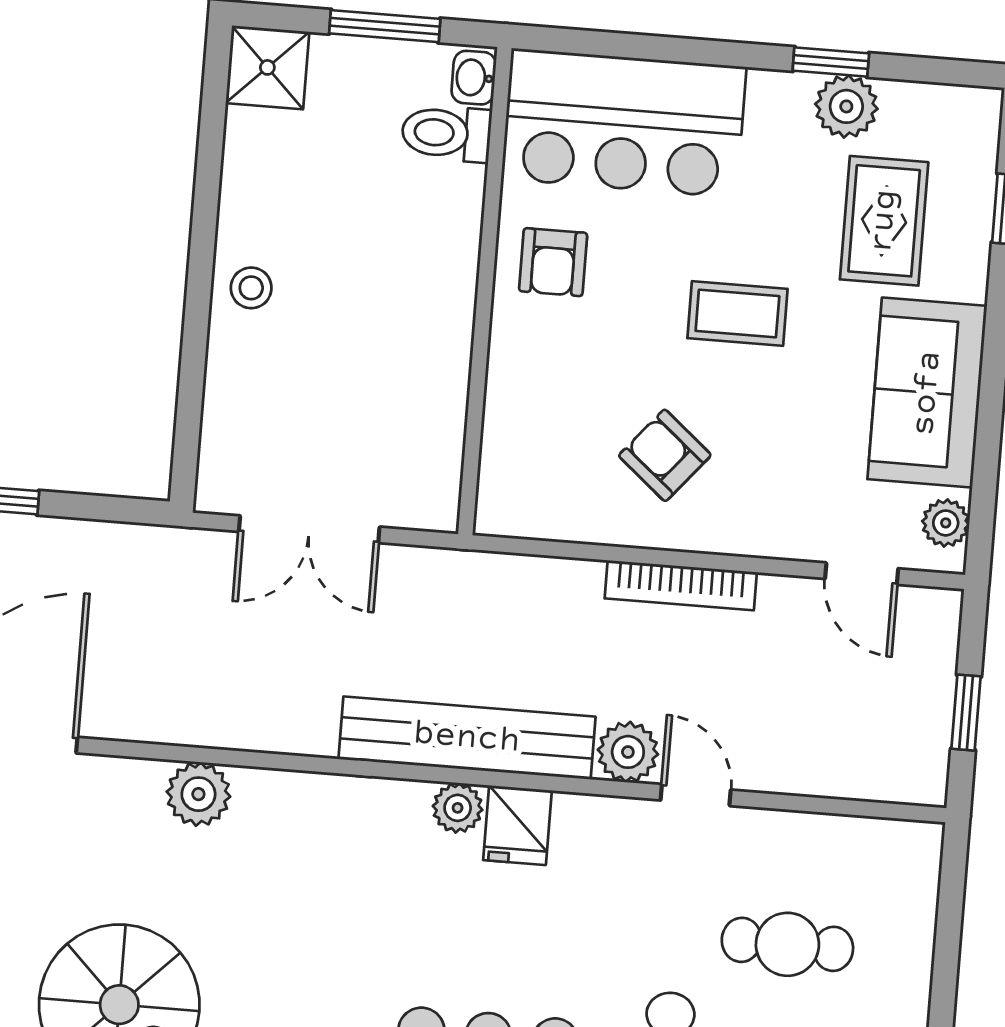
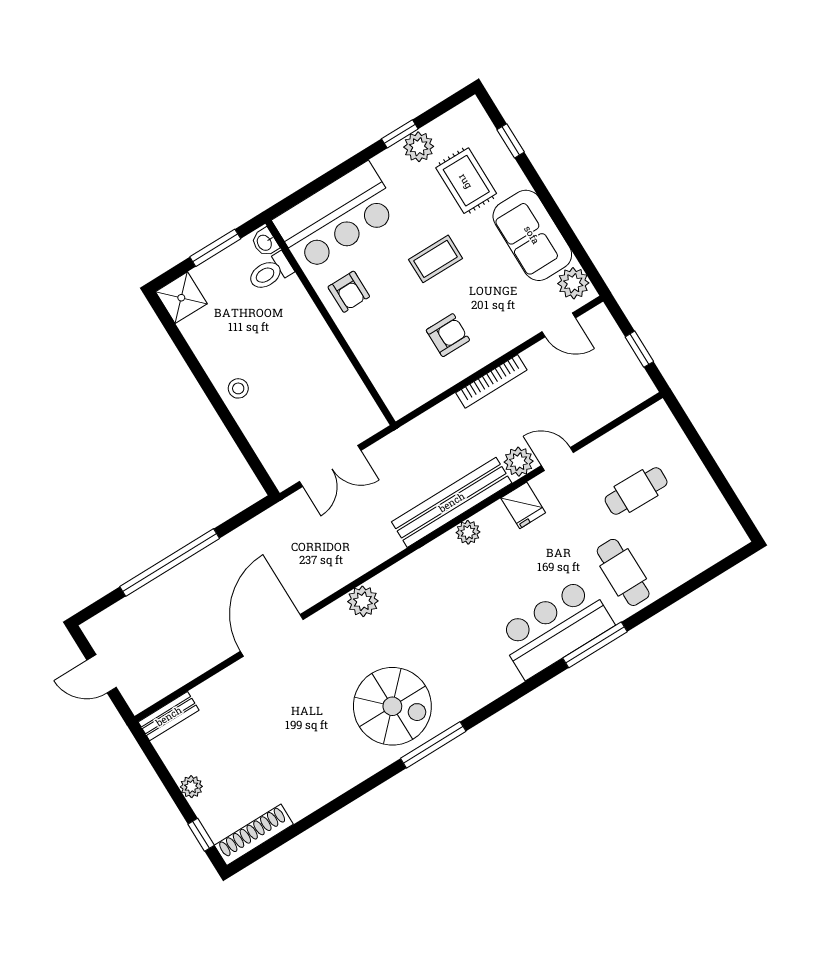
armchair: (665, 455) -> (448, 335), turned 140
plant: (946, 523) -> (573, 283), width x1.38, depth x1.38
fridge: (517, 825) -> (523, 505), moved

